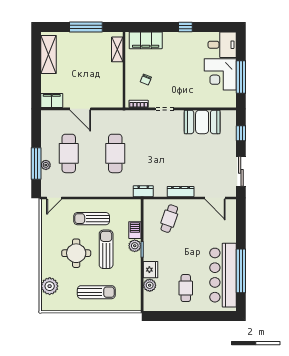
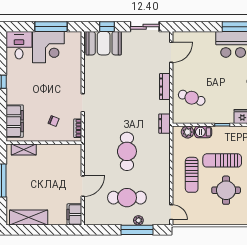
booth: (202, 122) -> (104, 43), moved, turned 90
cafe table: (115, 153) -> (127, 151), turned 90
plant: (135, 246) -> (188, 132), moved

